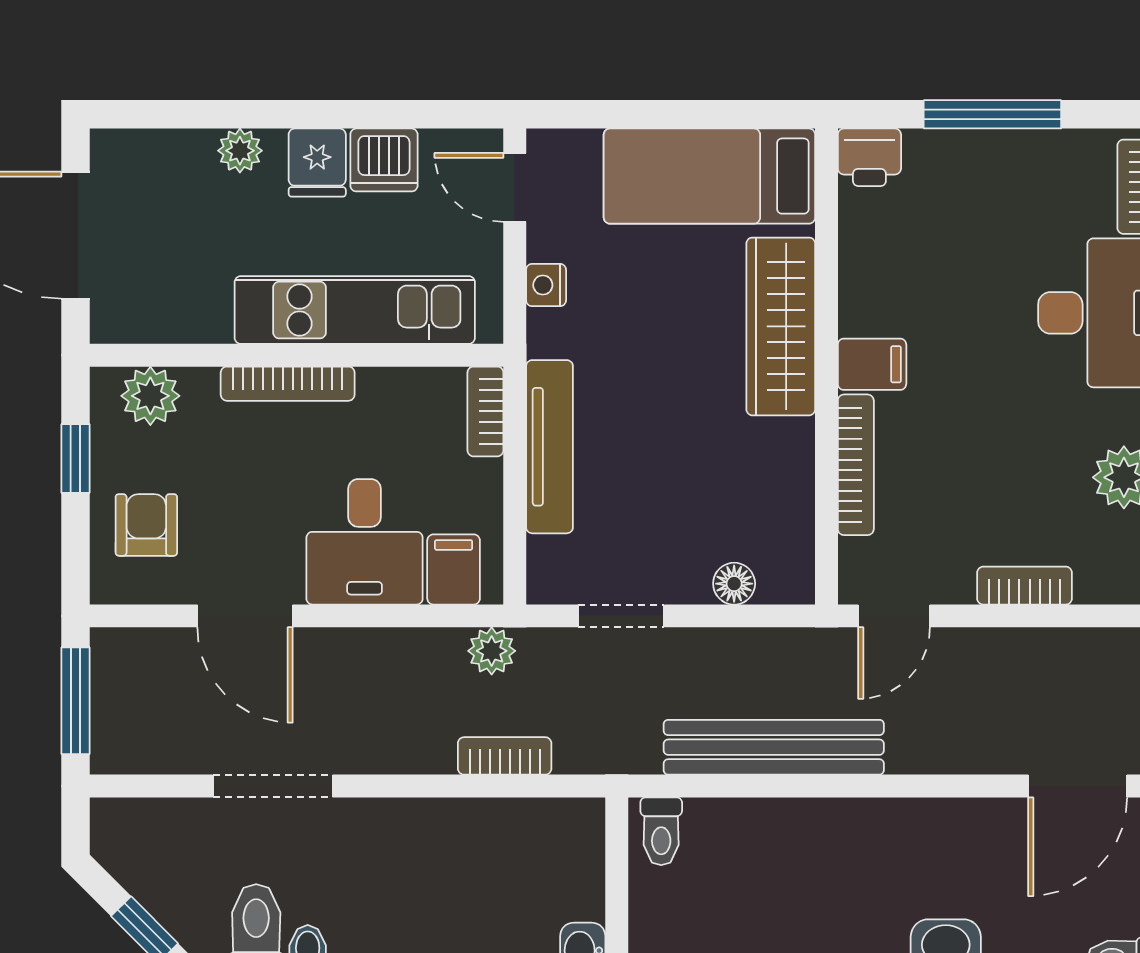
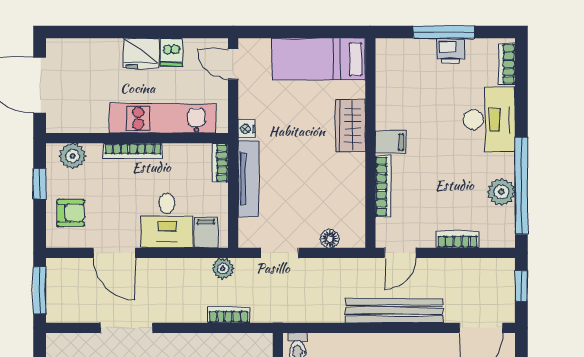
plant: (240, 151) -> (112, 48), removed
printer: (869, 157) -> (450, 51), moved
dishwasher: (384, 160) -> (171, 52), width x0.73
fridge: (317, 163) -> (141, 53), width x1.38
nightstand: (546, 285) -> (247, 129), moved
wardrobe: (781, 326) -> (350, 125), width x0.67
armchair: (146, 525) -> (71, 213), turned 90
bench: (774, 747) -> (394, 311), moved

